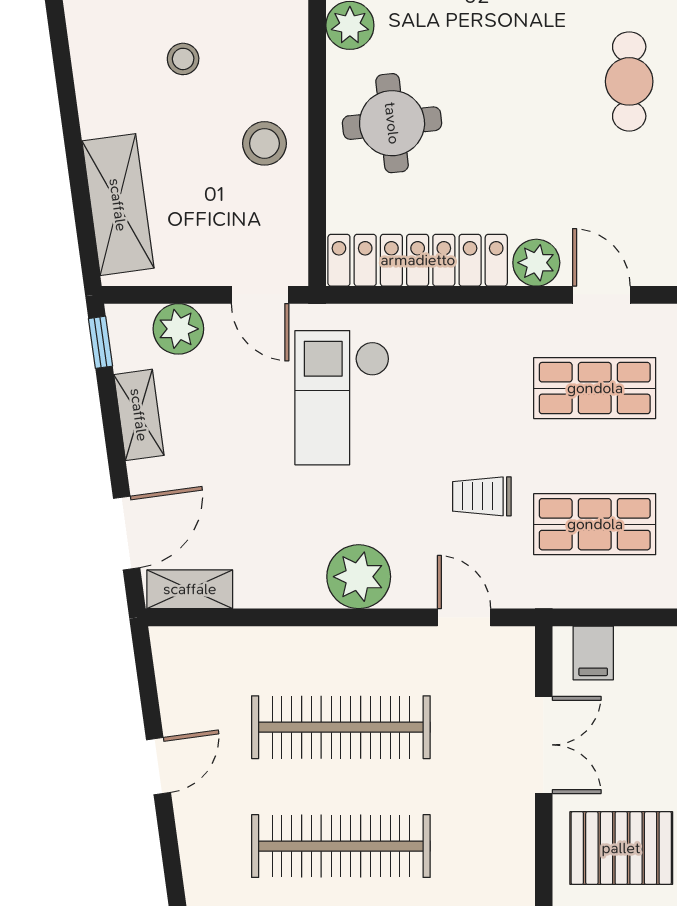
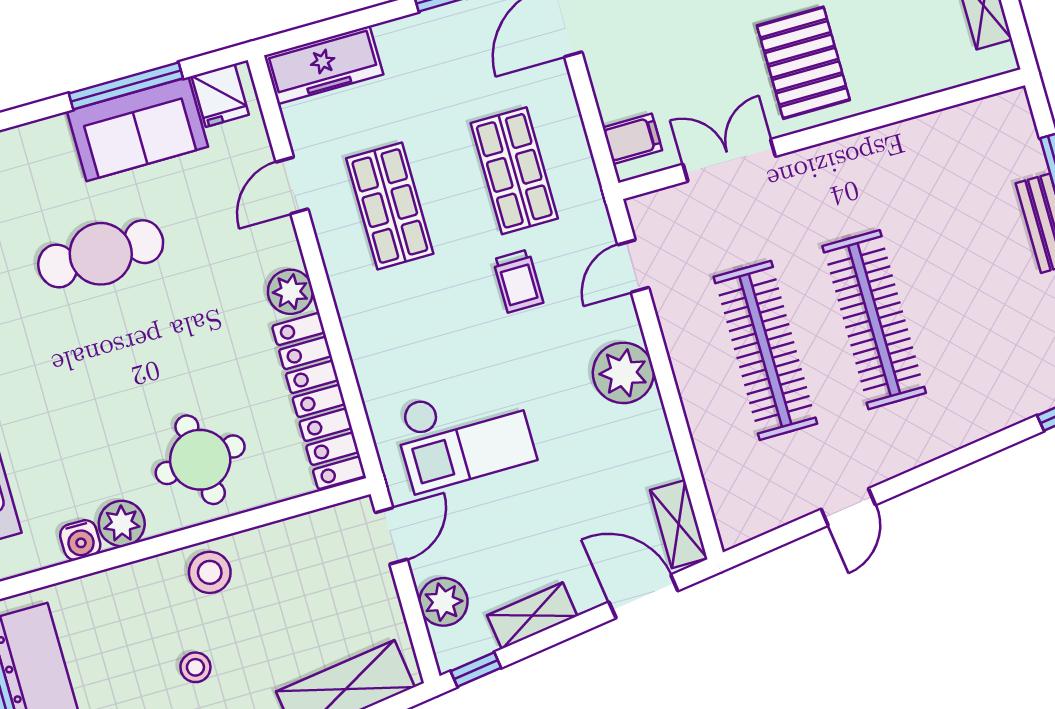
cafe table: (629, 81) -> (101, 254), width x1.37, depth x1.35
stool: (264, 143) -> (210, 572), moved
door: (601, 295) -> (292, 186), moved
door: (158, 766) -> (848, 507), swing flipped

